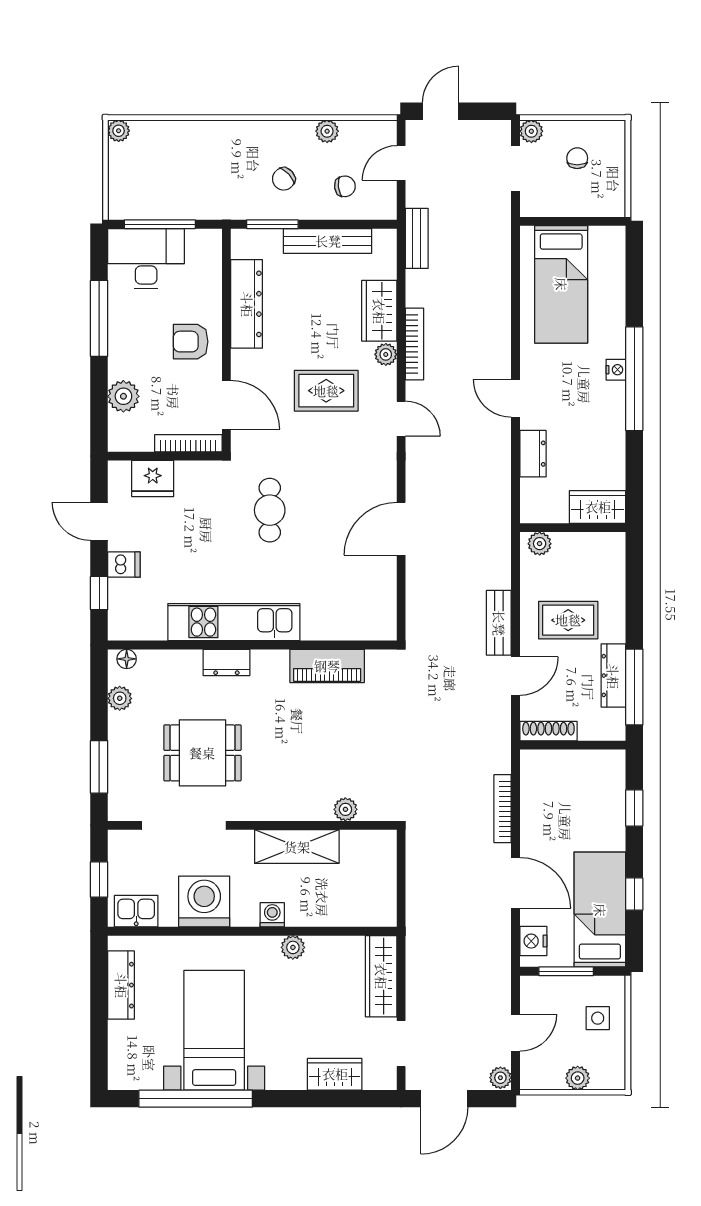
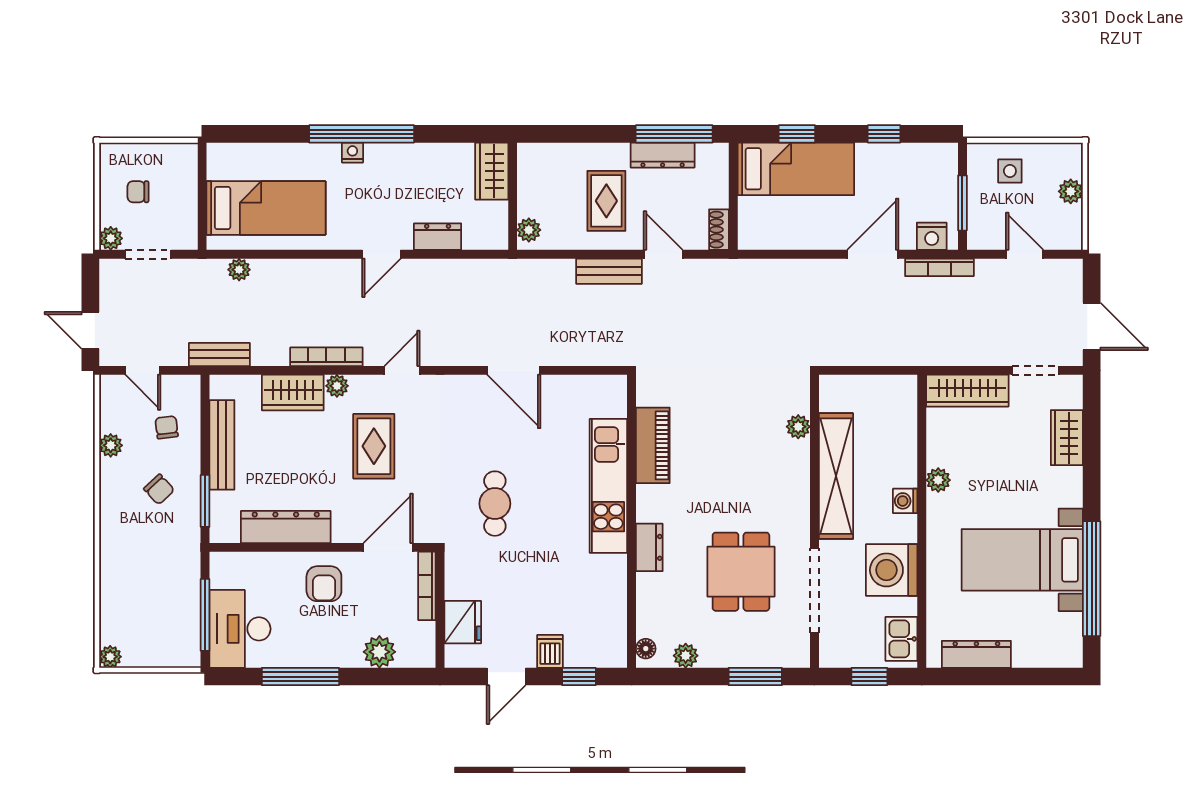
cafe table: (270, 510) -> (495, 504), turned 90
kitchen unit: (234, 622) -> (608, 486), moved
shoe rack: (548, 731) -> (719, 230), width x0.70
bookcase: (503, 809) -> (939, 267), moved
shelving: (297, 847) -> (836, 476), width x1.47
bed: (600, 910) -> (796, 169), moved, turned 180
plant: (500, 1078) -> (239, 270), moved

